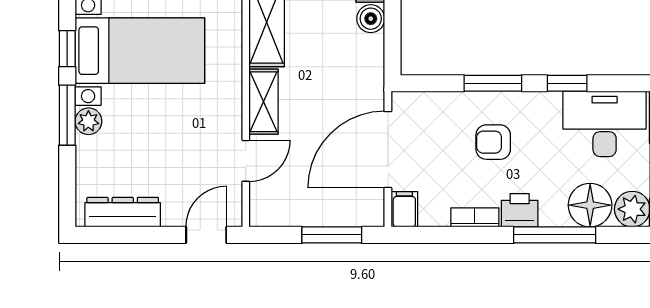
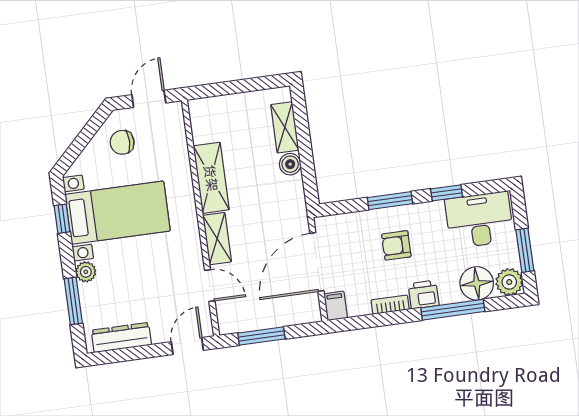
window: (67, 115) -> (73, 301), moved
door: (246, 161) -> (210, 286), hinge flipped
window: (332, 235) -> (261, 336), moved

